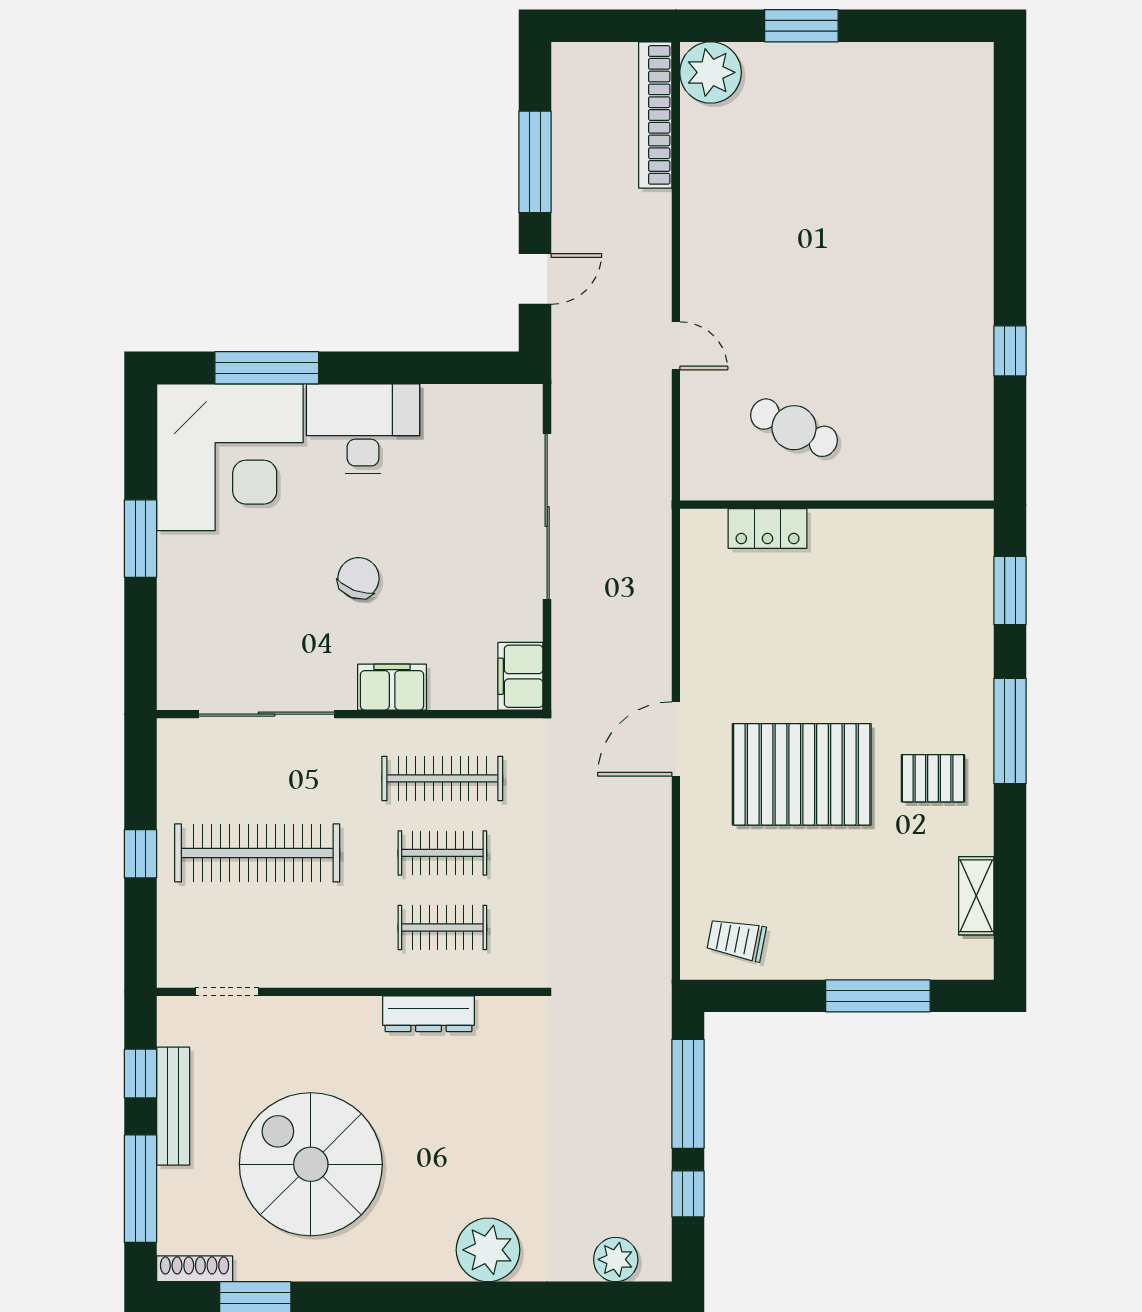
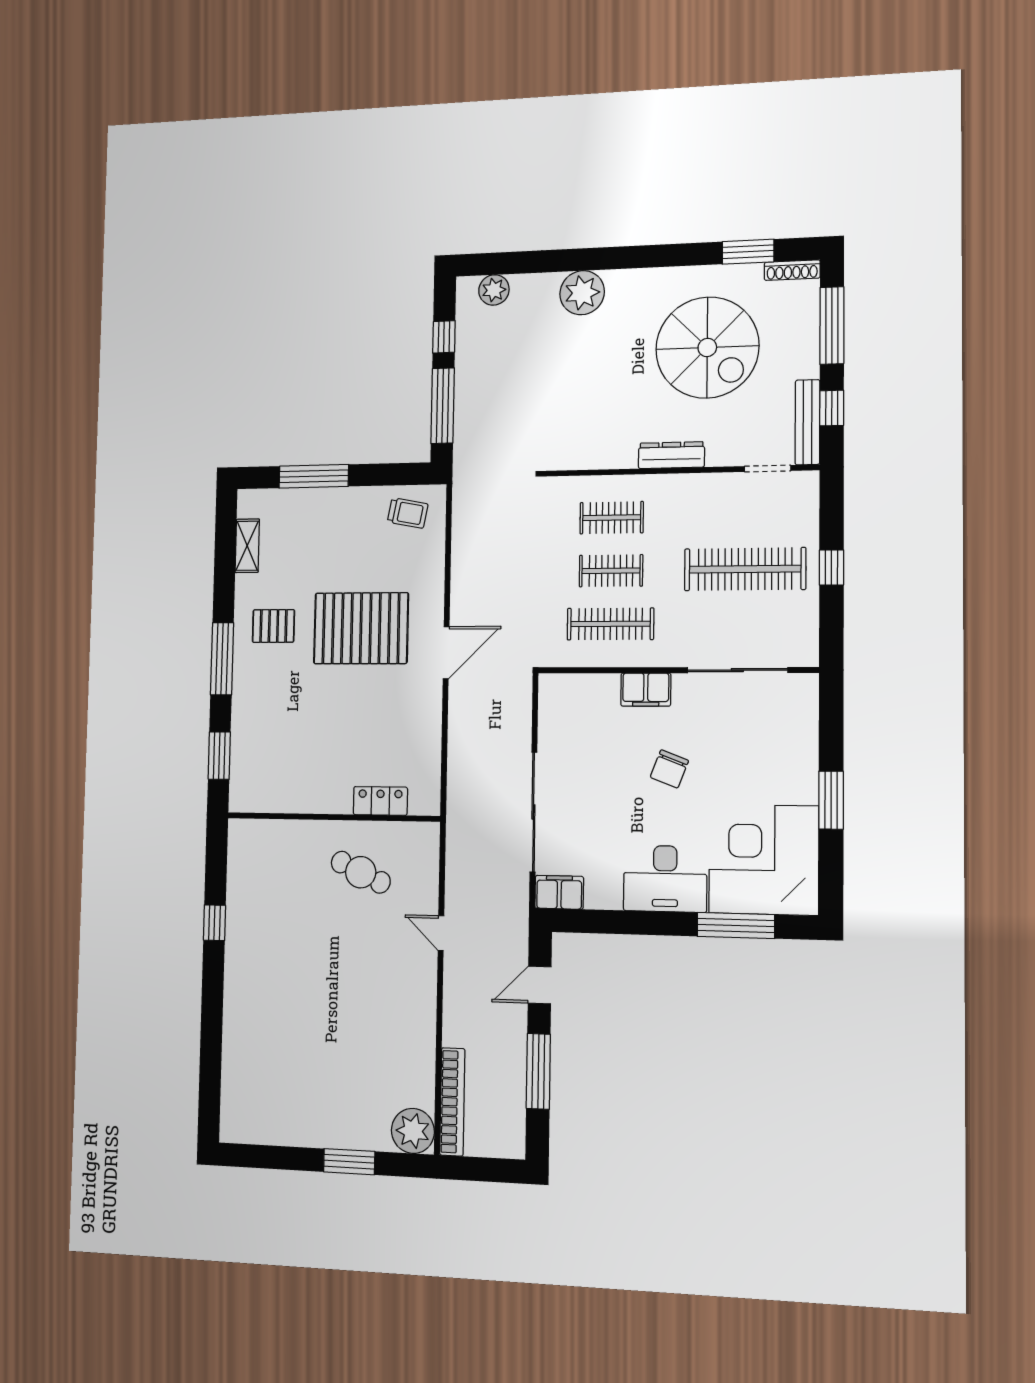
filing cabinet: (520, 676) -> (559, 892), moved, turned -90
dresser: (428, 1014) -> (671, 455), moved
bench: (173, 1106) -> (808, 422), moved

